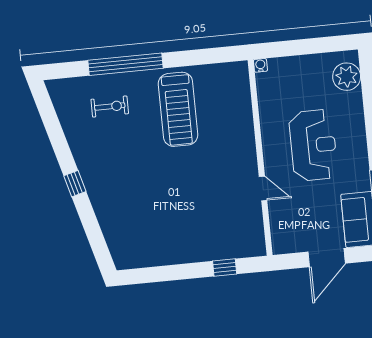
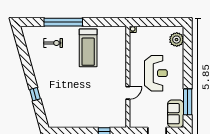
window: (75, 184) -> (35, 94), moved
door: (263, 188) -> (128, 93), hinge flipped

